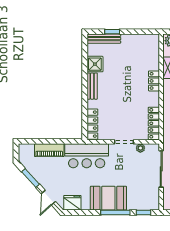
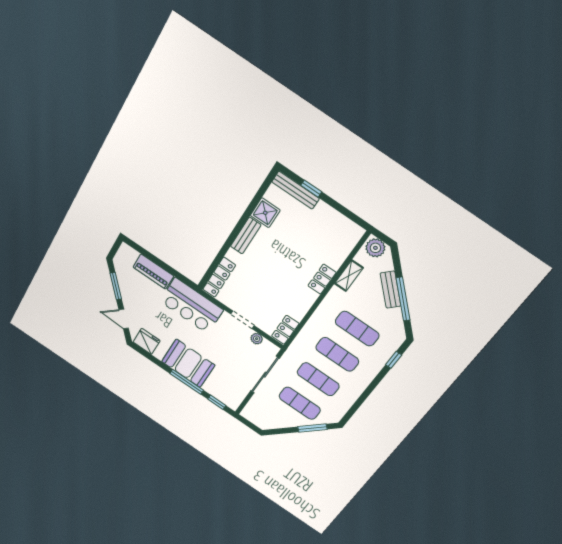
locker: (154, 123) -> (285, 330), width x0.66
door: (48, 198) -> (124, 319), hinge flipped

